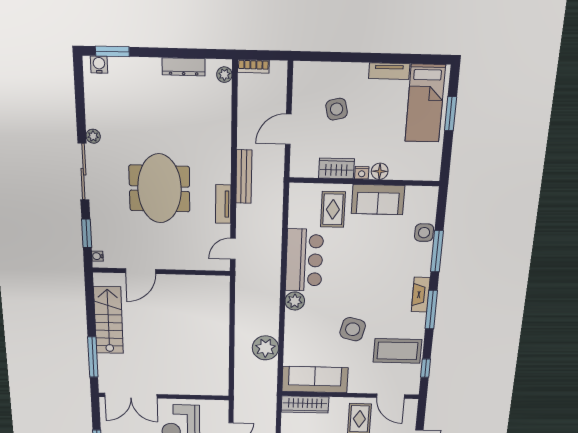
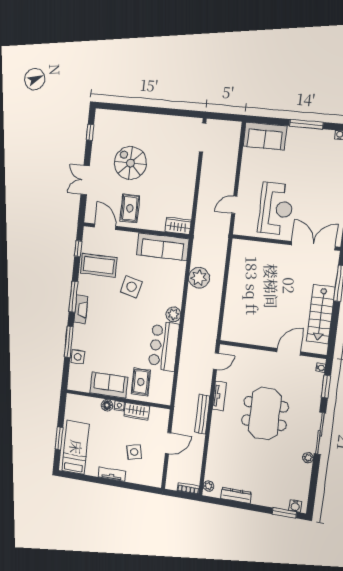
tv unit: (389, 71) -> (112, 474), moved
wardrobe: (305, 404) -> (178, 226), width x0.67

